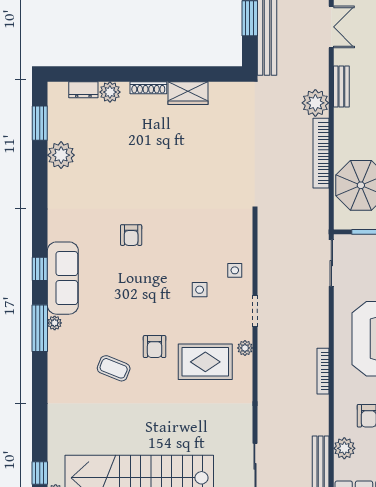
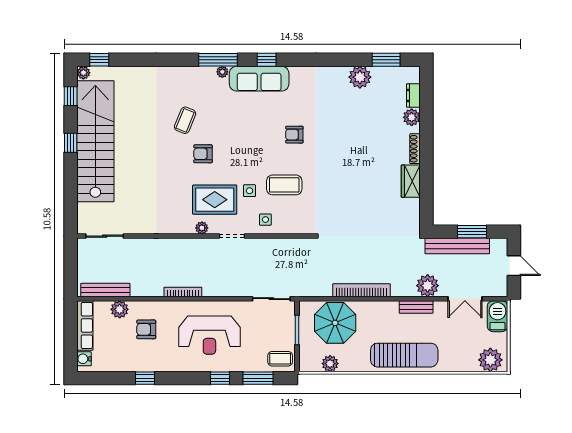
plant: (315, 103) -> (428, 286), moved
coffee table: (193, 247) -> (284, 185), added
rug: (205, 362) -> (215, 200), moved, turned 90

